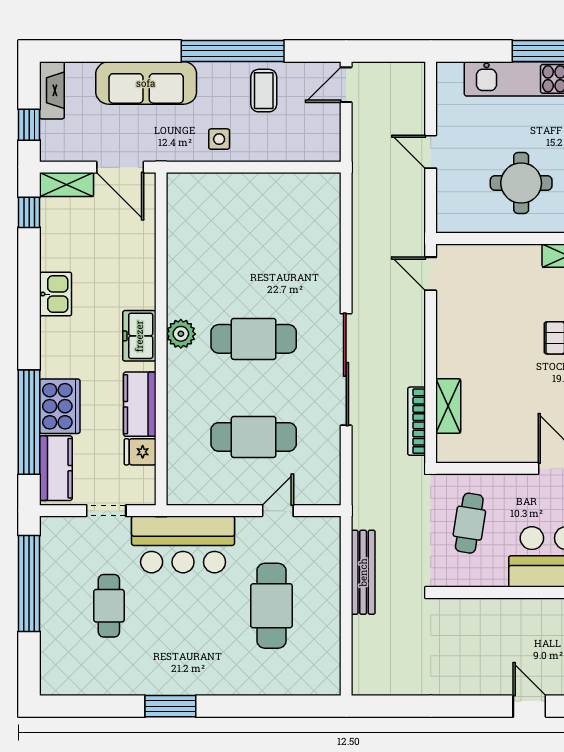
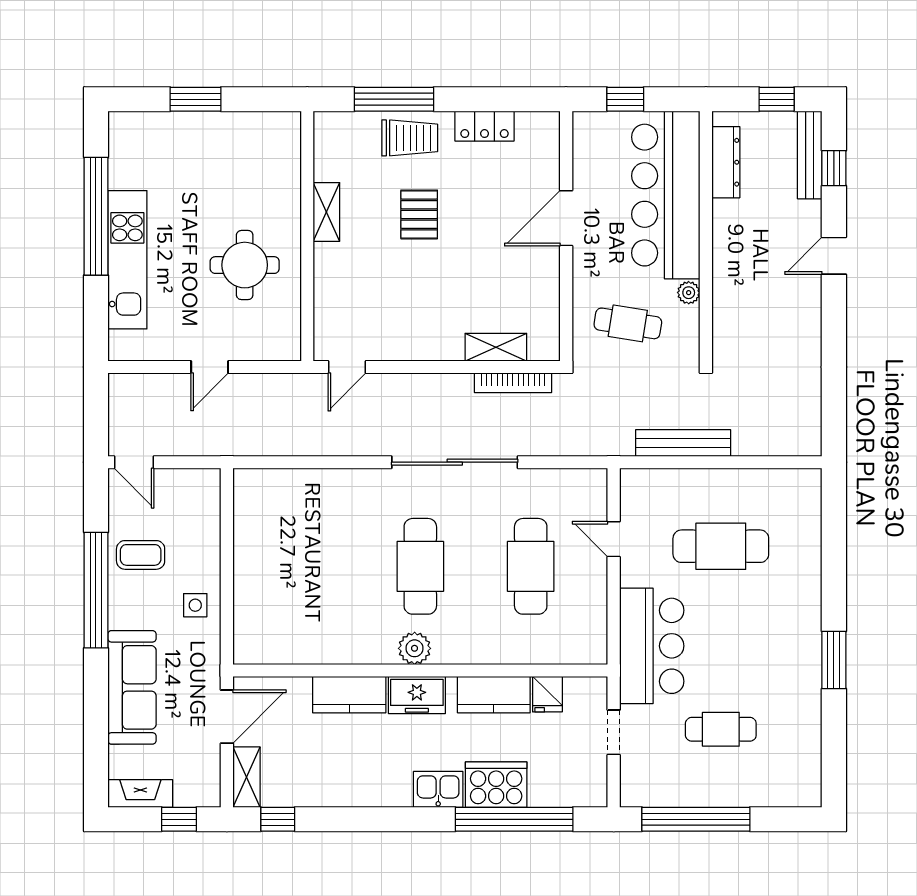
kitchen sink: (56, 294) -> (438, 789), moved
kitchen counter: (56, 468) -> (349, 695), moved, turned 180
plant: (497, 577) -> (689, 293), added

